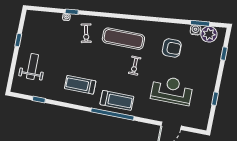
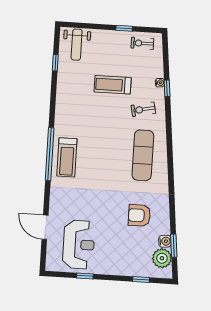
armchair: (172, 48) -> (139, 215), turned 90
weight bench: (33, 66) -> (77, 45), moved, turned 90
exercise bike: (135, 66) -> (142, 43), moved
treadmill: (80, 85) -> (113, 85), moved, turned -90
reception desk: (172, 90) -> (79, 245), moved

